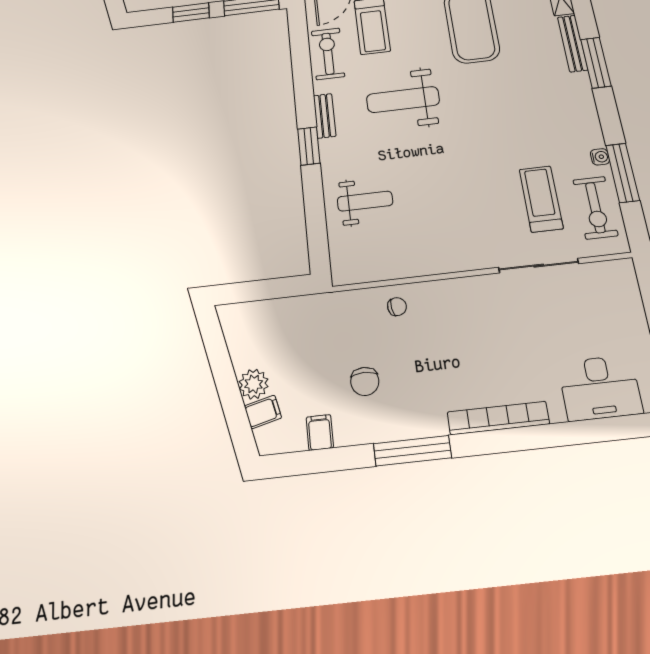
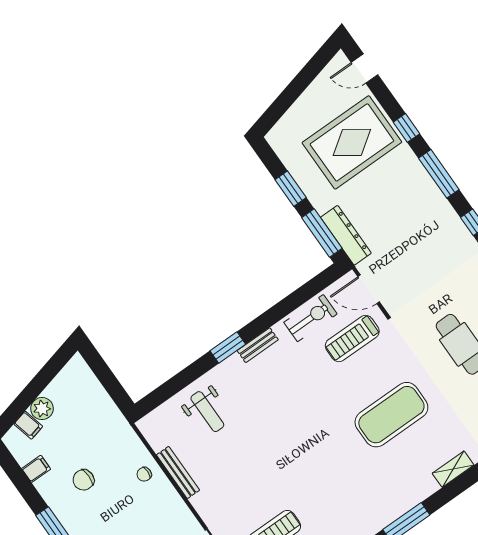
bench: (573, 43) -> (178, 472), moved, turned 90
weight bench: (403, 100) -> (301, 396), removed
chair: (397, 307) -> (144, 474), turned 99

